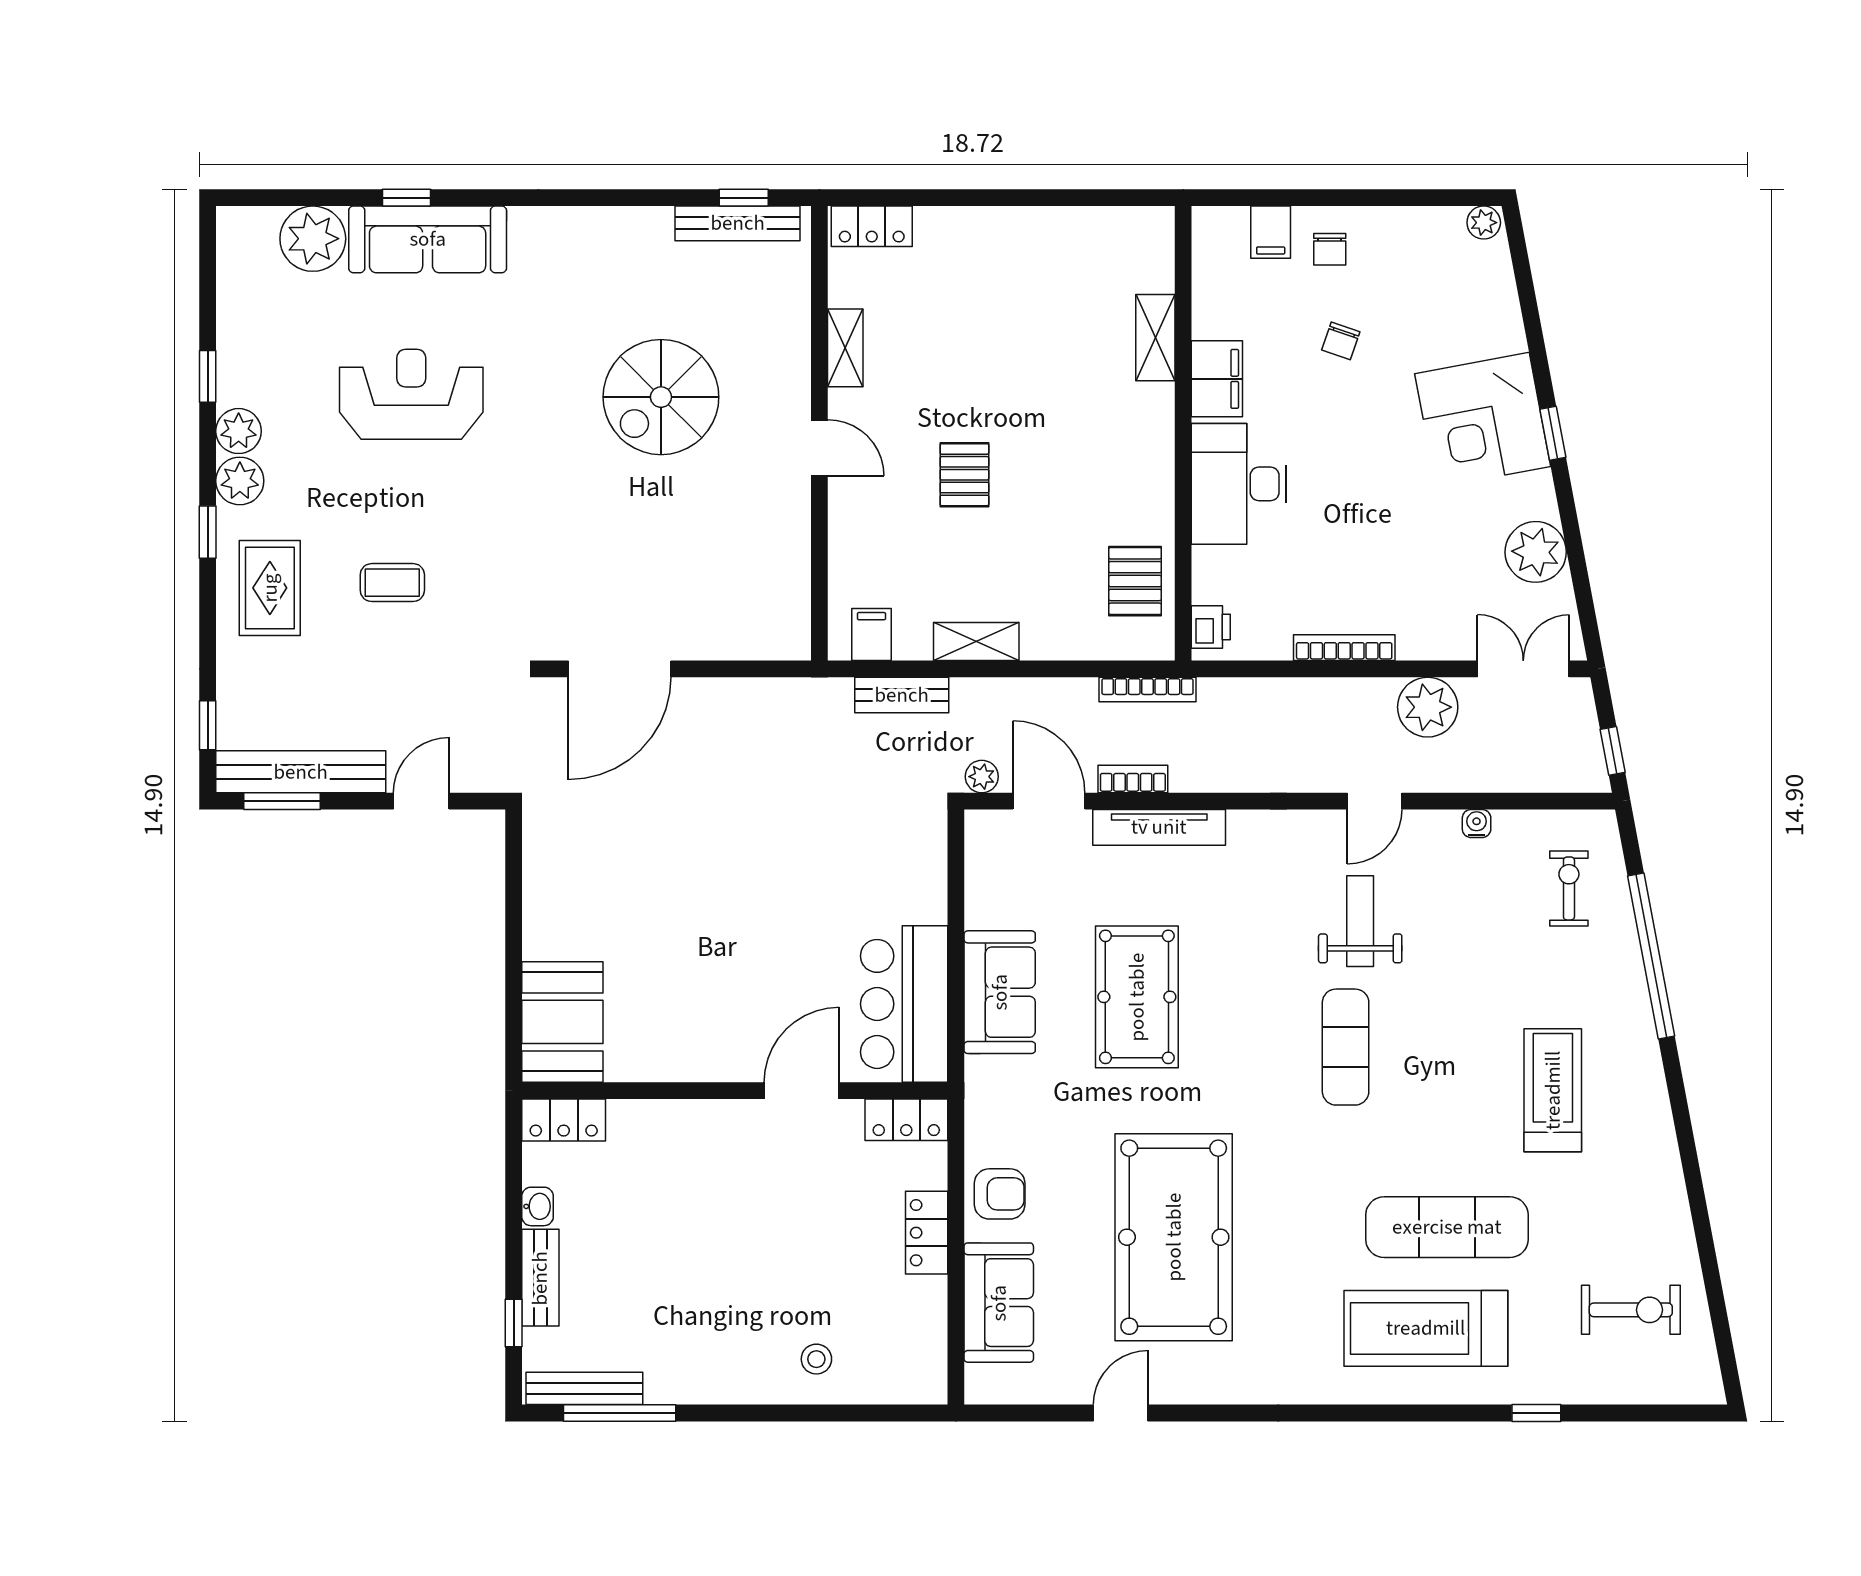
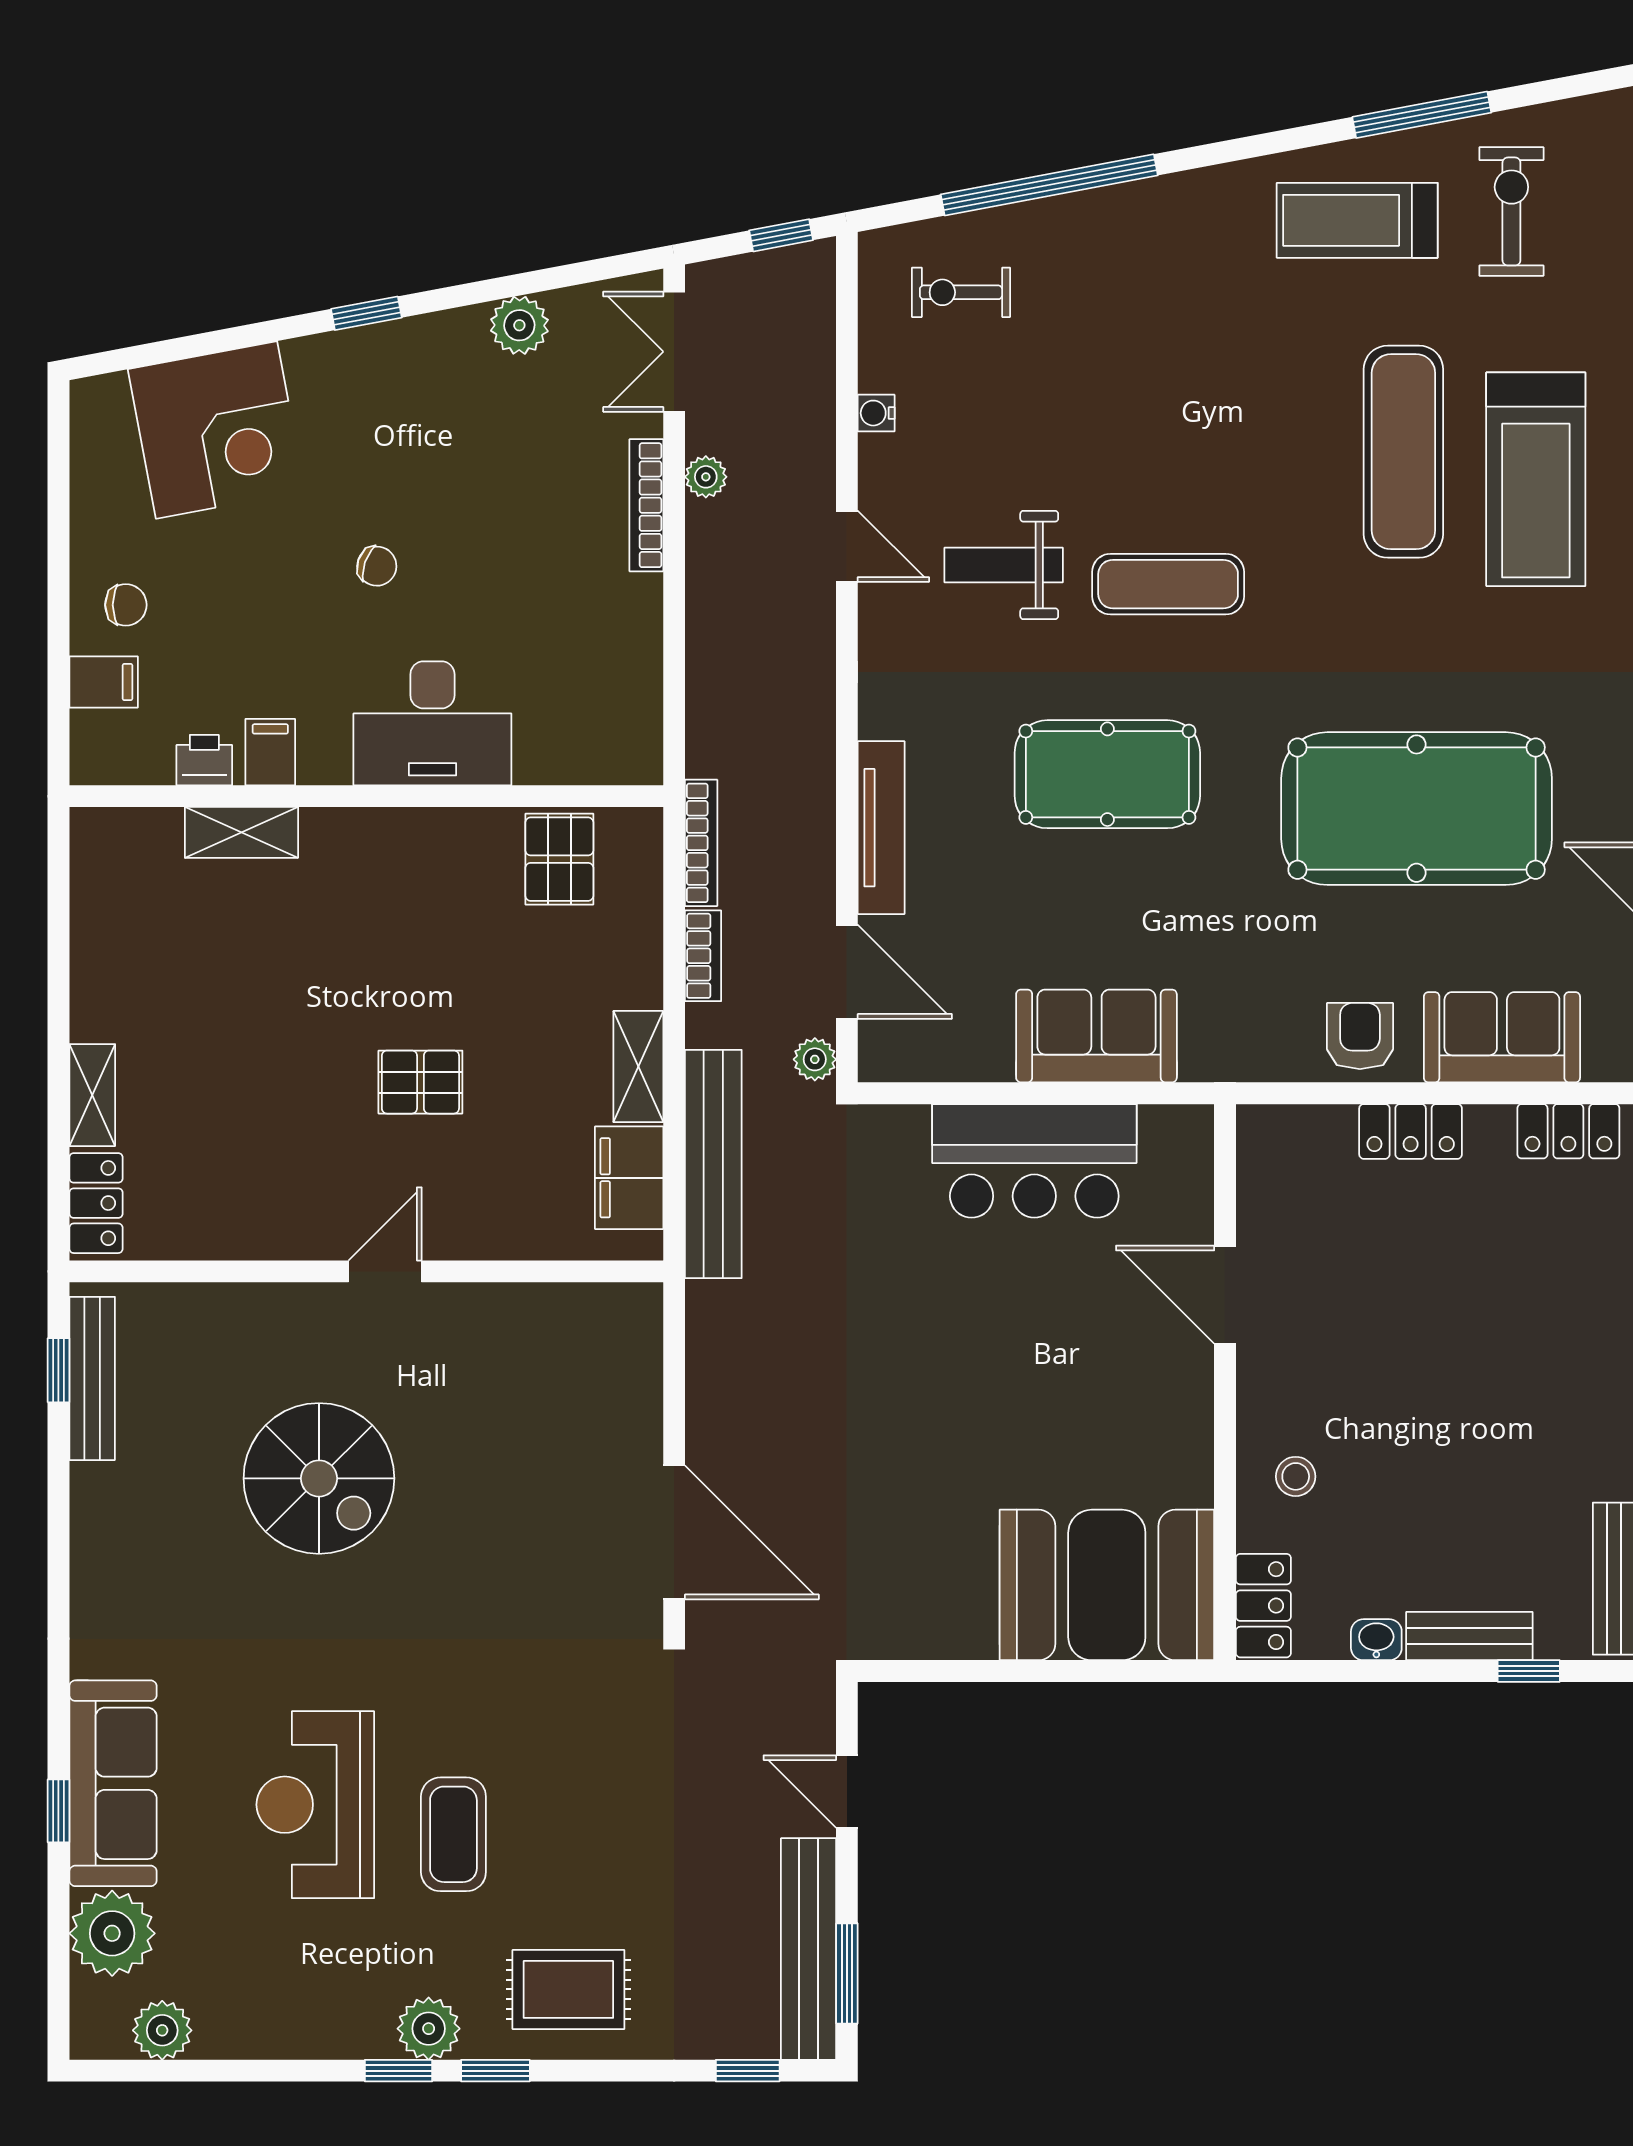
plant: (1484, 223) -> (91, 404), removed
chair: (1341, 341) -> (377, 566), moved
shelving: (845, 348) -> (92, 1095), moved, turned 90
window: (208, 376) -> (399, 2071), moved
filing cabinet: (1217, 379) -> (270, 752), width x0.50
corner desk: (1483, 420) -> (217, 430), moved
plant: (239, 431) -> (162, 2030), moved
plant: (1536, 552) -> (519, 325), width x0.73, depth x0.73
pallet: (1135, 581) -> (559, 859), turned 90
coffee table: (392, 583) -> (453, 1834), moved, width x1.36, depth x1.30
printer: (1211, 627) -> (204, 760), moved
filing cabinet: (871, 634) -> (629, 1178), width x2.00
bookcase: (1344, 648) -> (646, 505), moved
bench: (902, 695) -> (713, 1164), width x1.86, depth x1.21
plant: (1428, 707) -> (706, 477), width x0.53, depth x0.53
bookcase: (1133, 779) -> (703, 956), moved, turned 180
door: (1049, 801) -> (847, 972), swing flipped
pool table: (1137, 997) -> (1107, 774), moved
bar counter: (904, 1004) -> (1034, 1161), moved
booth: (562, 1022) -> (1107, 1585), width x1.36, depth x1.42
treadmill: (1553, 1090) -> (1357, 220), moved
locker: (906, 1120) -> (1568, 1131), moved, turned 90
window: (1705, 1241) -> (1422, 115), added
stool: (816, 1359) -> (1296, 1476), moved

